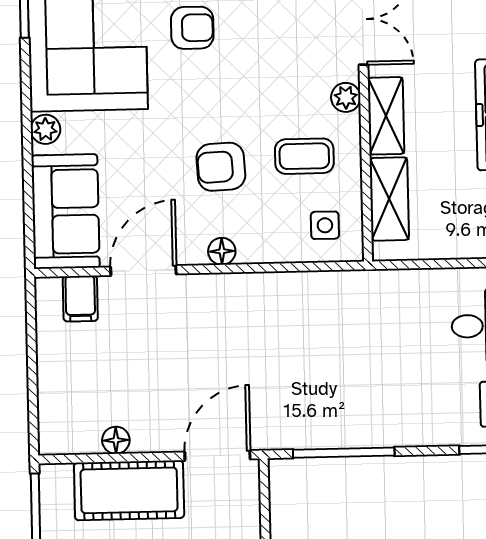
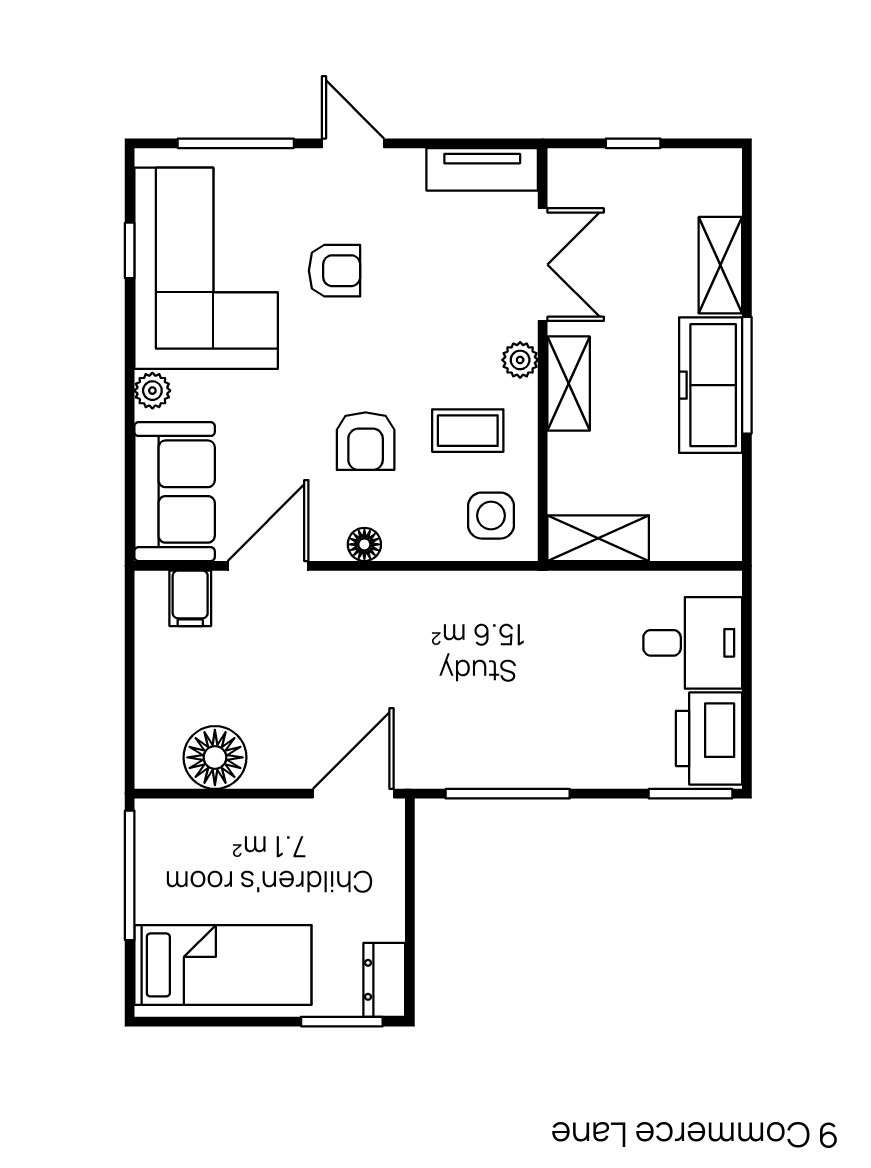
armchair: (221, 167) -> (366, 441), turned -87
shelving: (389, 199) -> (598, 538), moved, turned 90
side table: (325, 225) -> (491, 516), width x1.37, depth x1.37
floor lamp: (116, 440) -> (215, 757), width x1.89, depth x1.89
cot: (129, 490) -> (244, 834), removed

